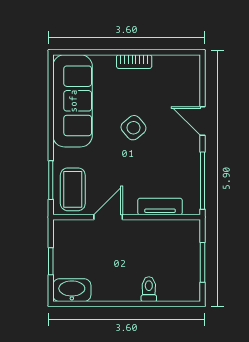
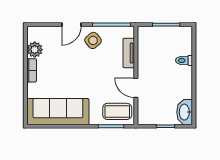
plant: (165, 66) -> (35, 50), added
side table: (133, 128) -> (93, 40), moved

